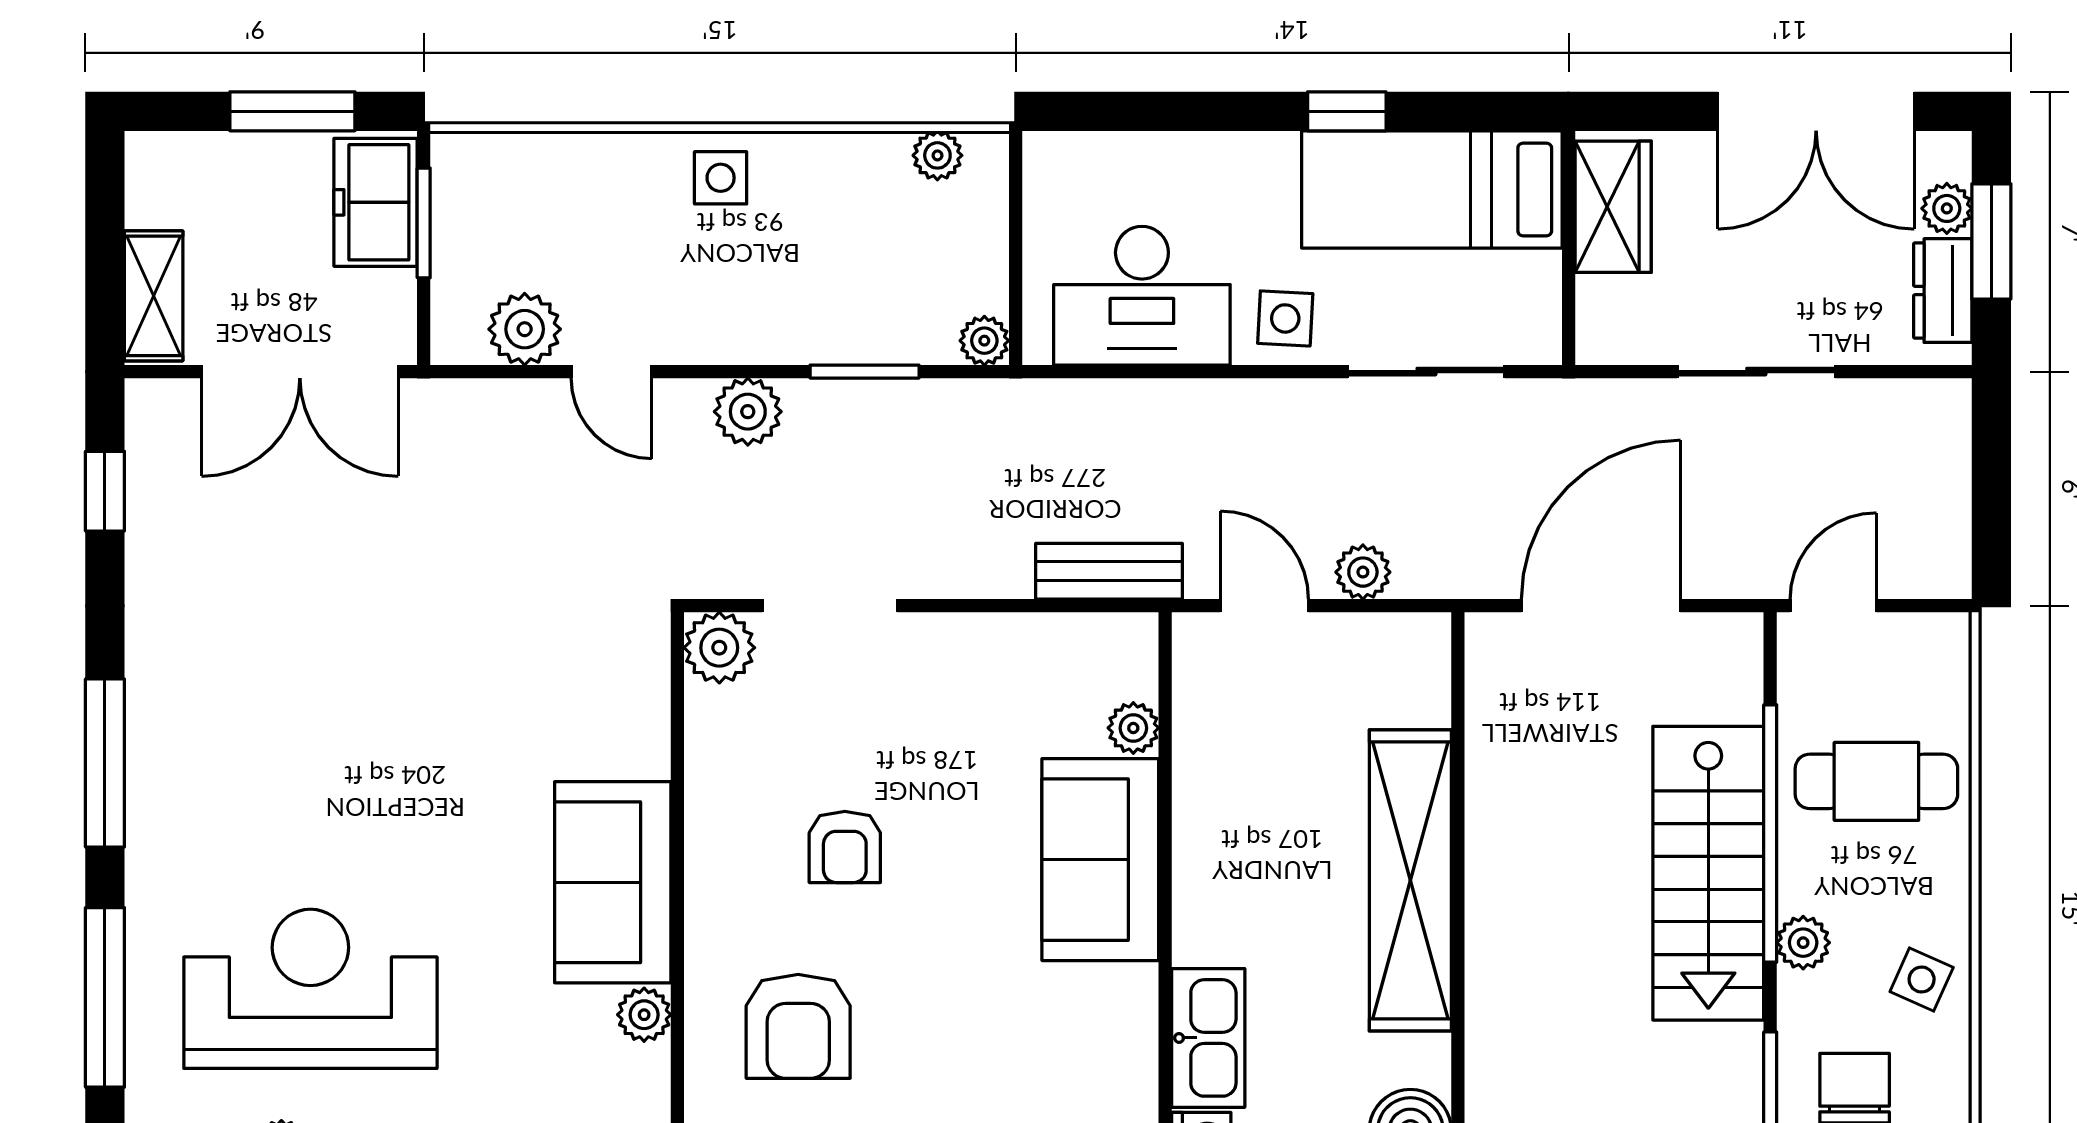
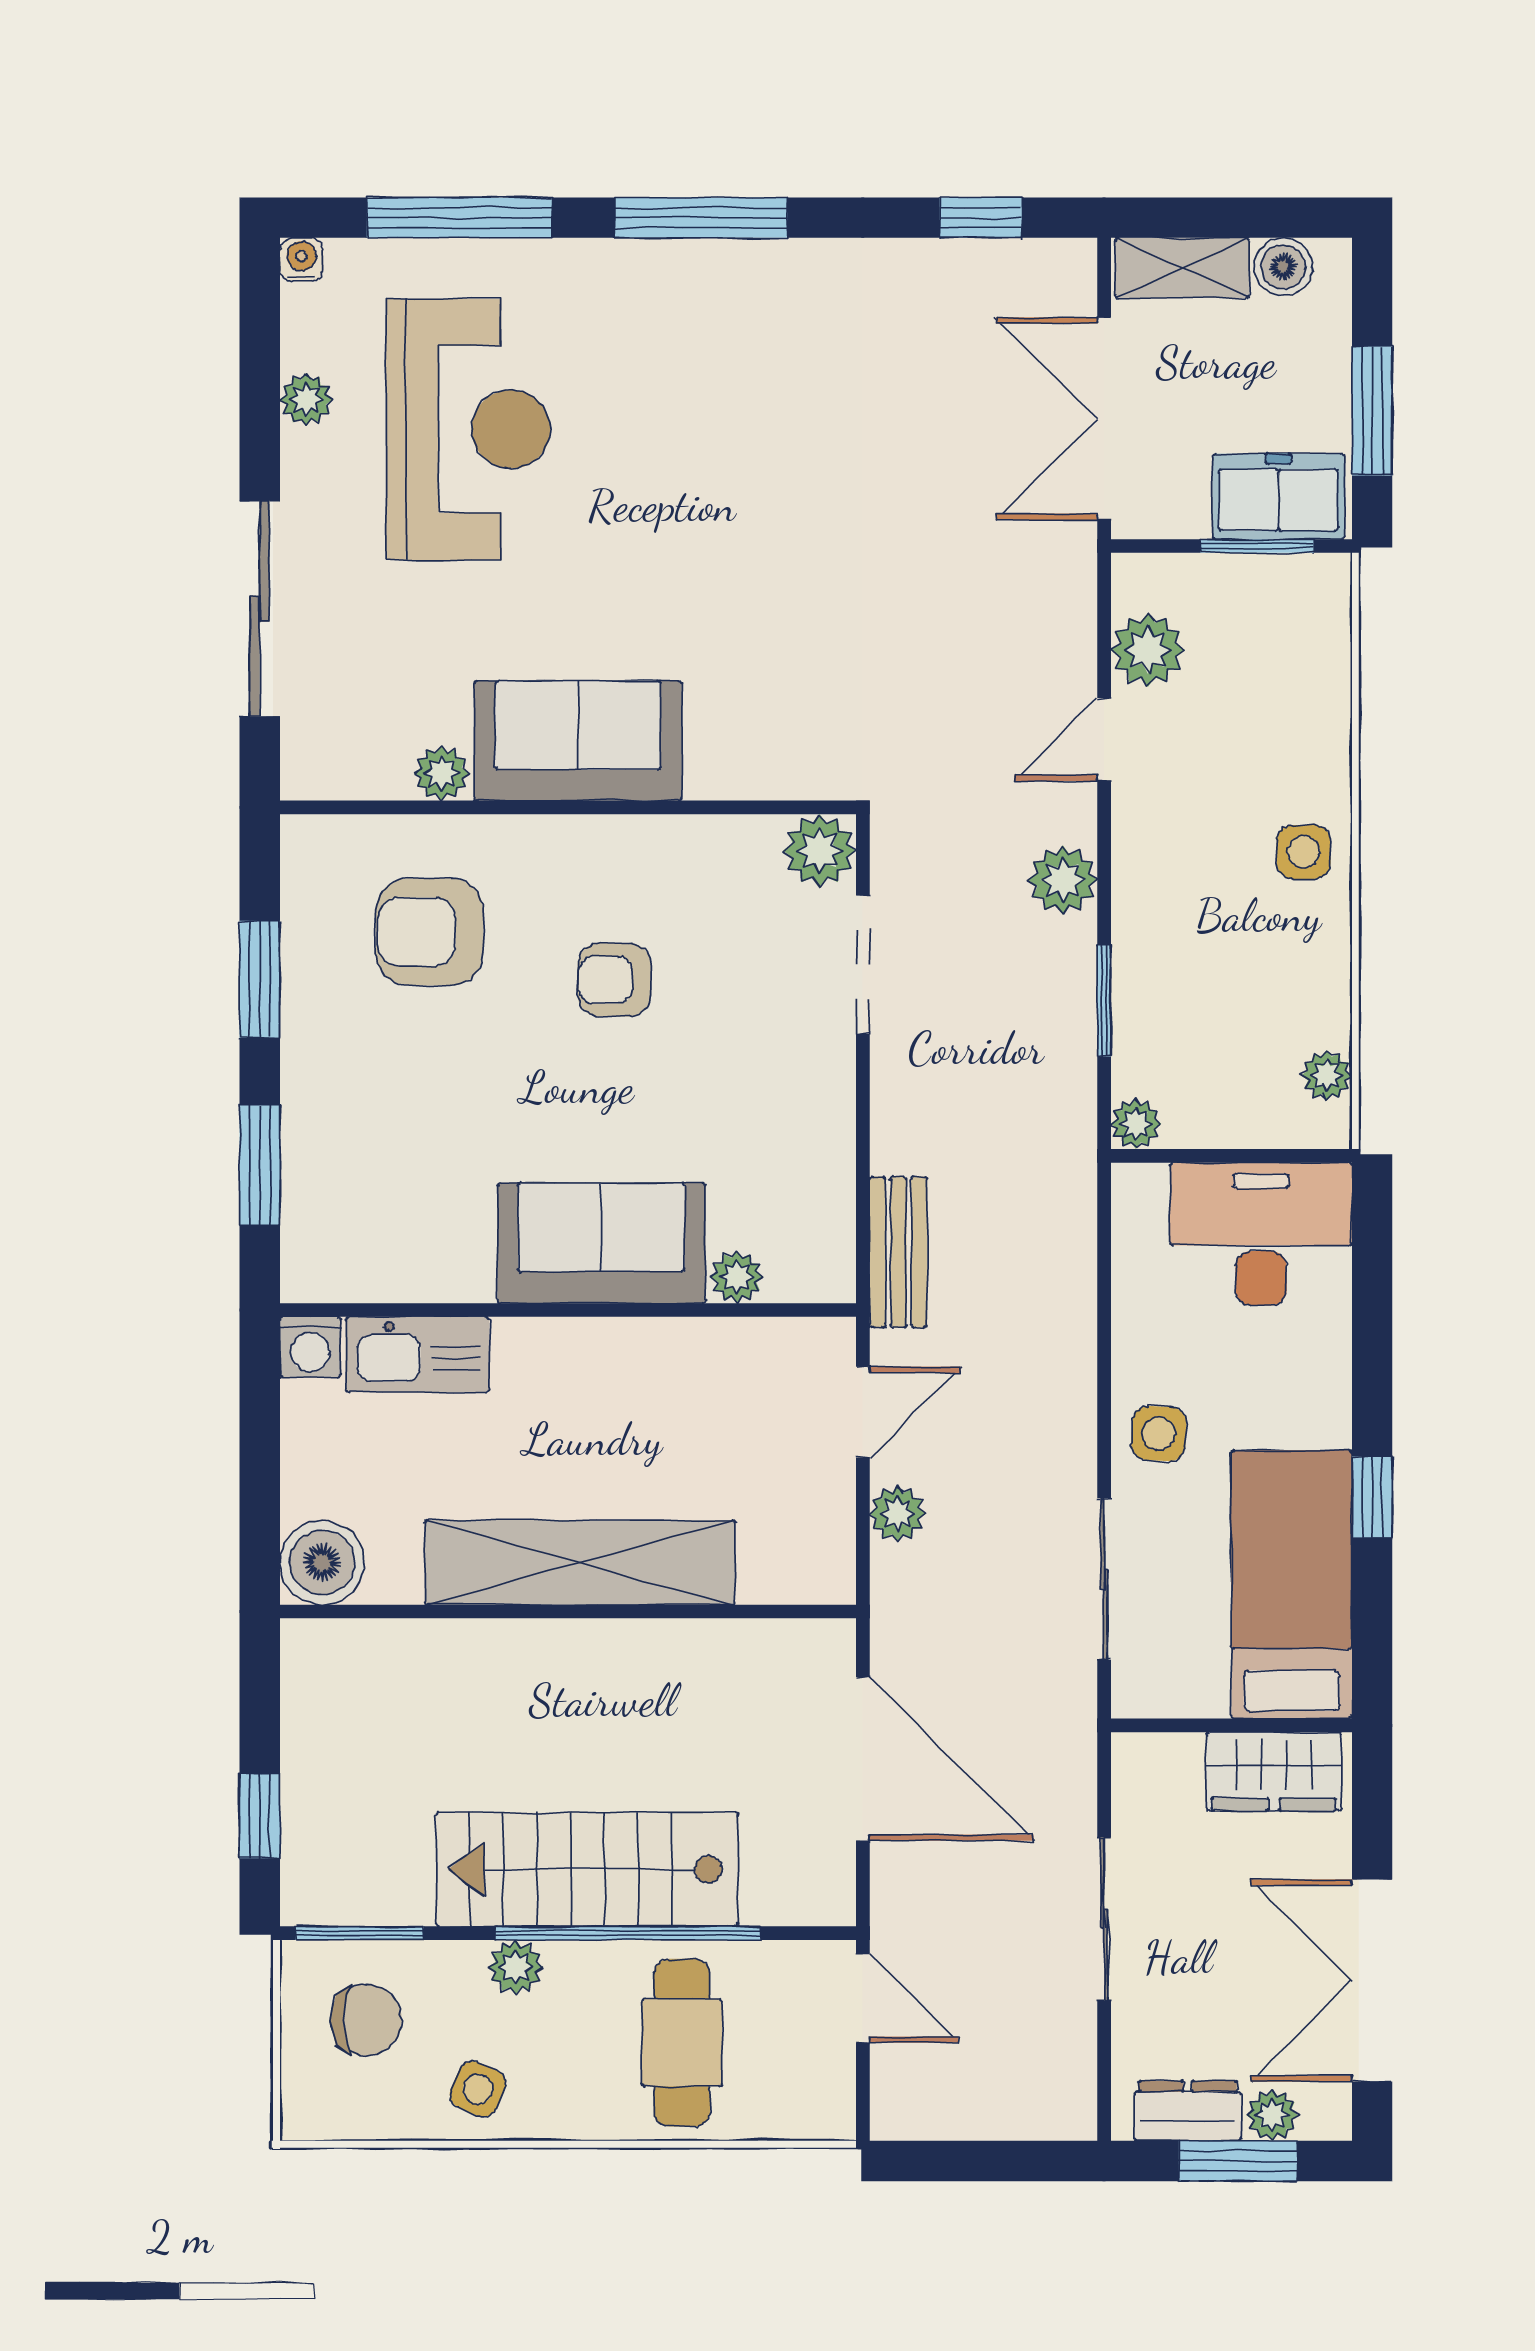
boiler: (153, 197) -> (1283, 267), added
desk: (1142, 296) -> (1261, 1234), moved, turned 90

